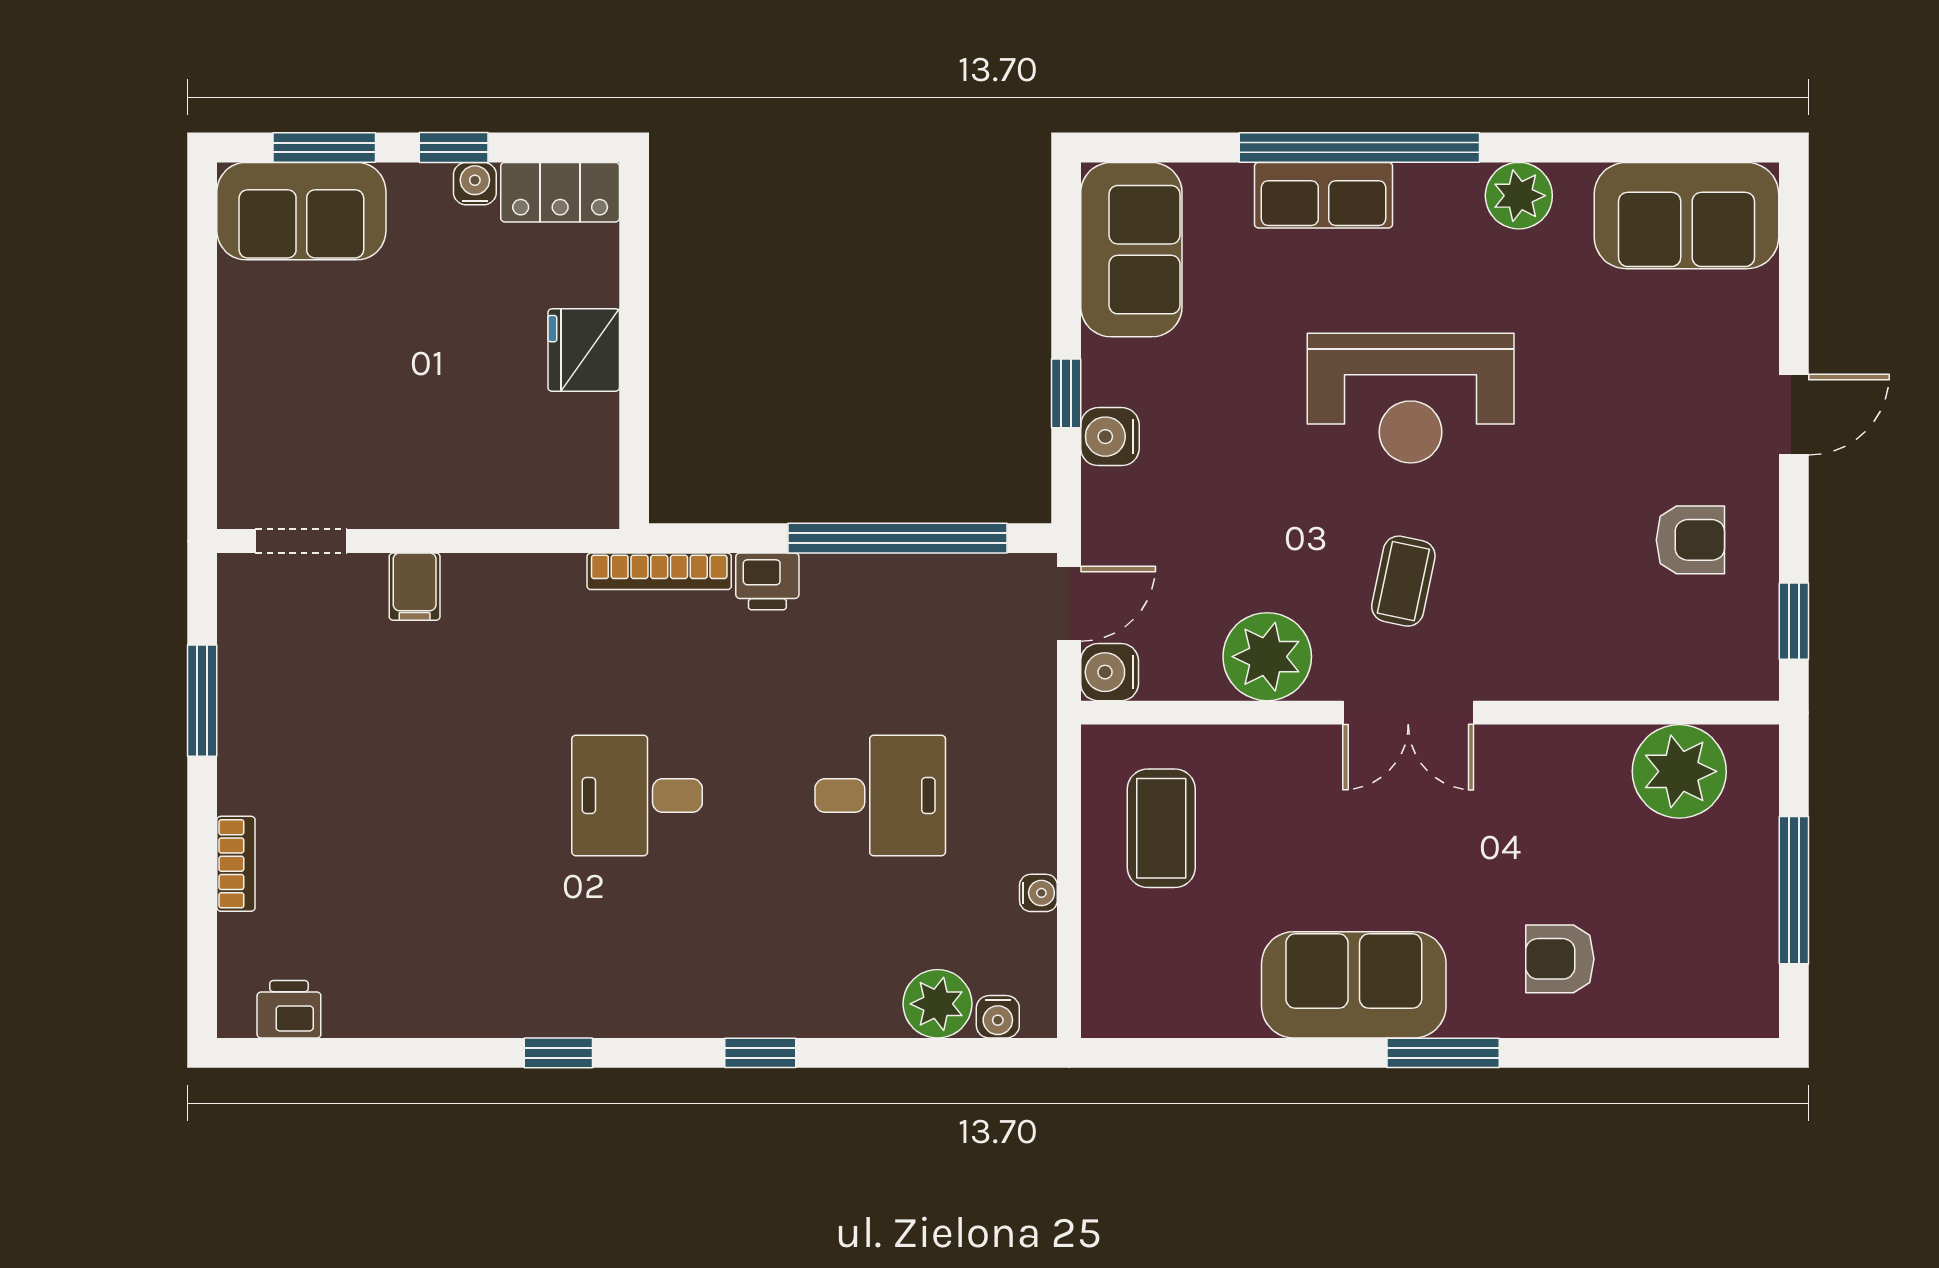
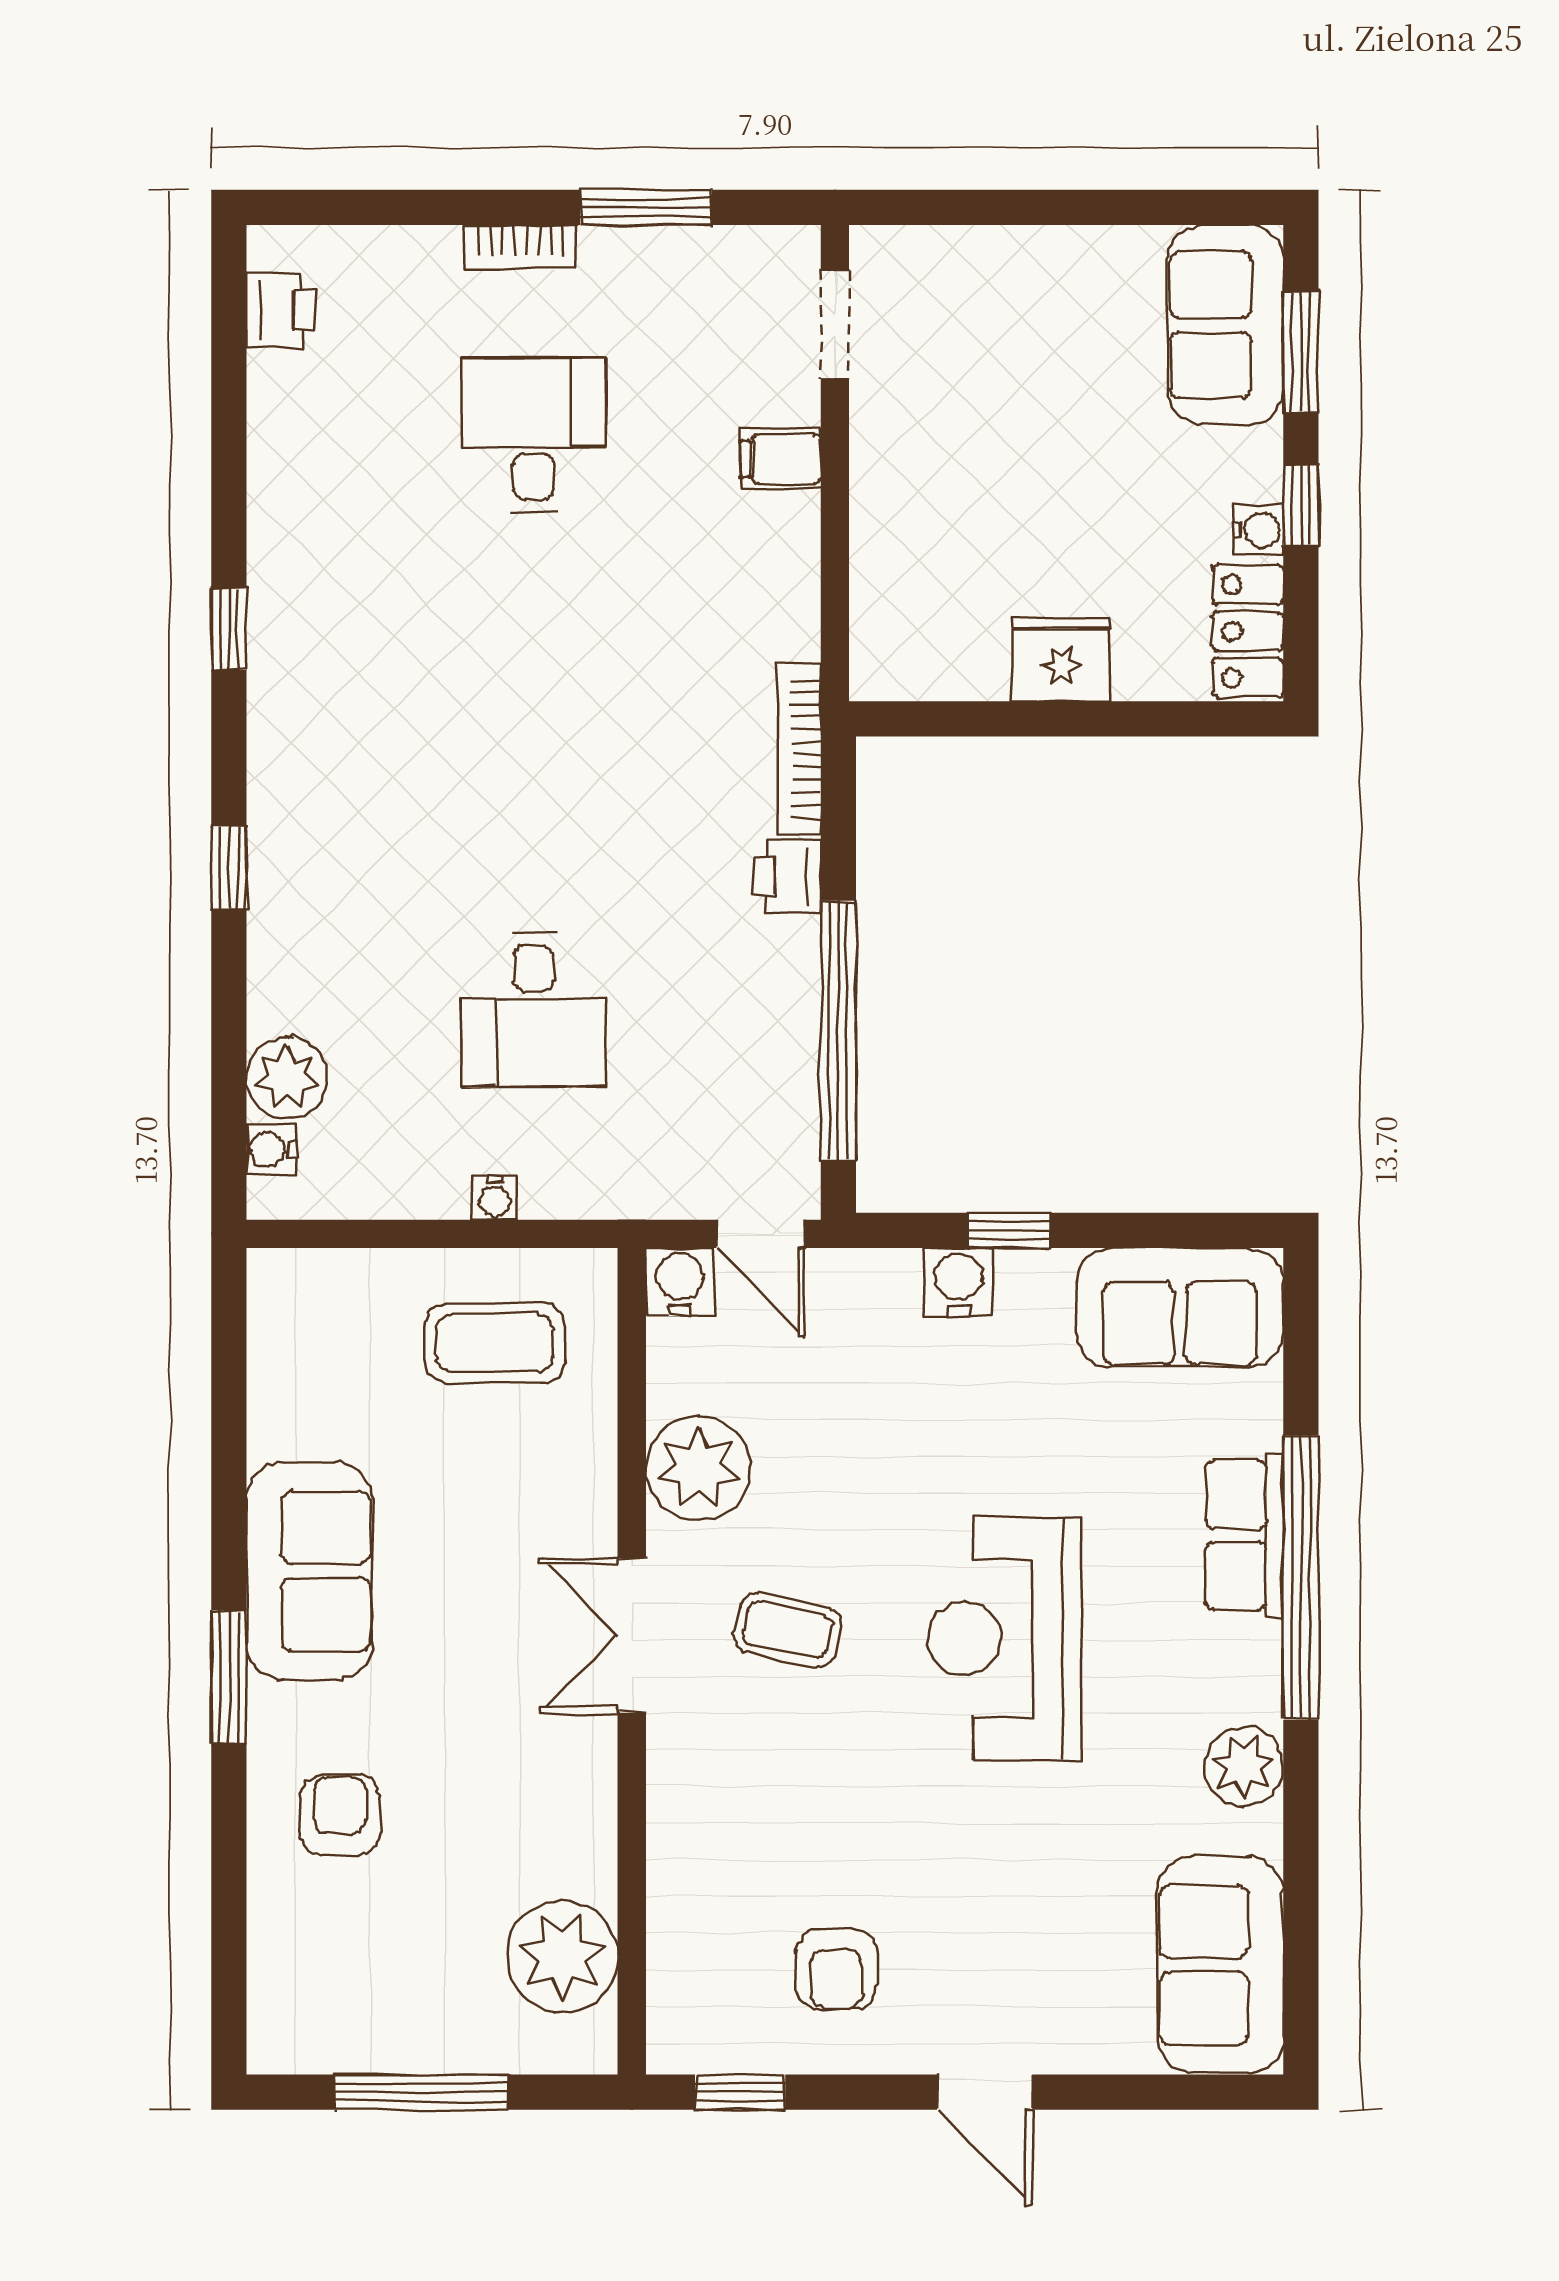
desk: (637, 795) -> (534, 434), moved
bookcase: (236, 864) -> (521, 247), moved
water cooler: (1038, 893) -> (495, 1198), moved

